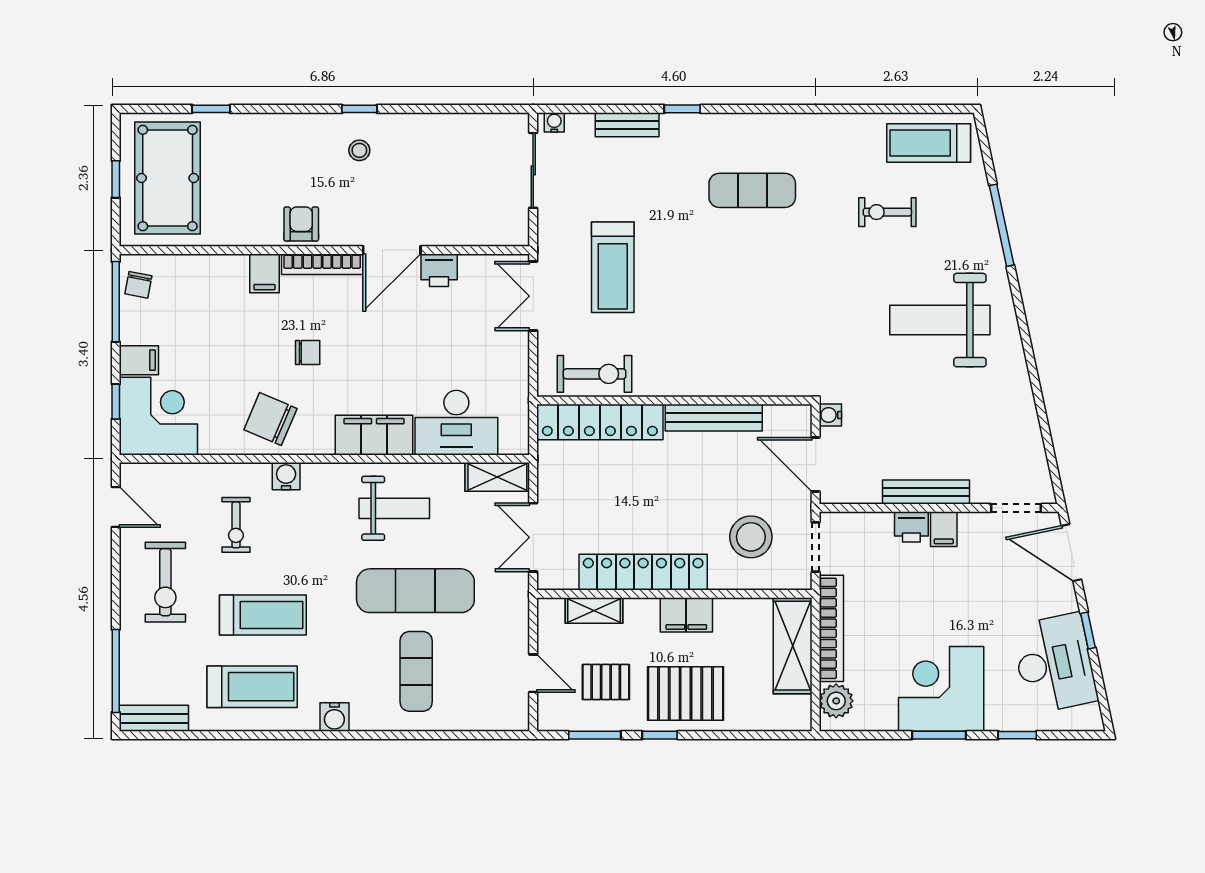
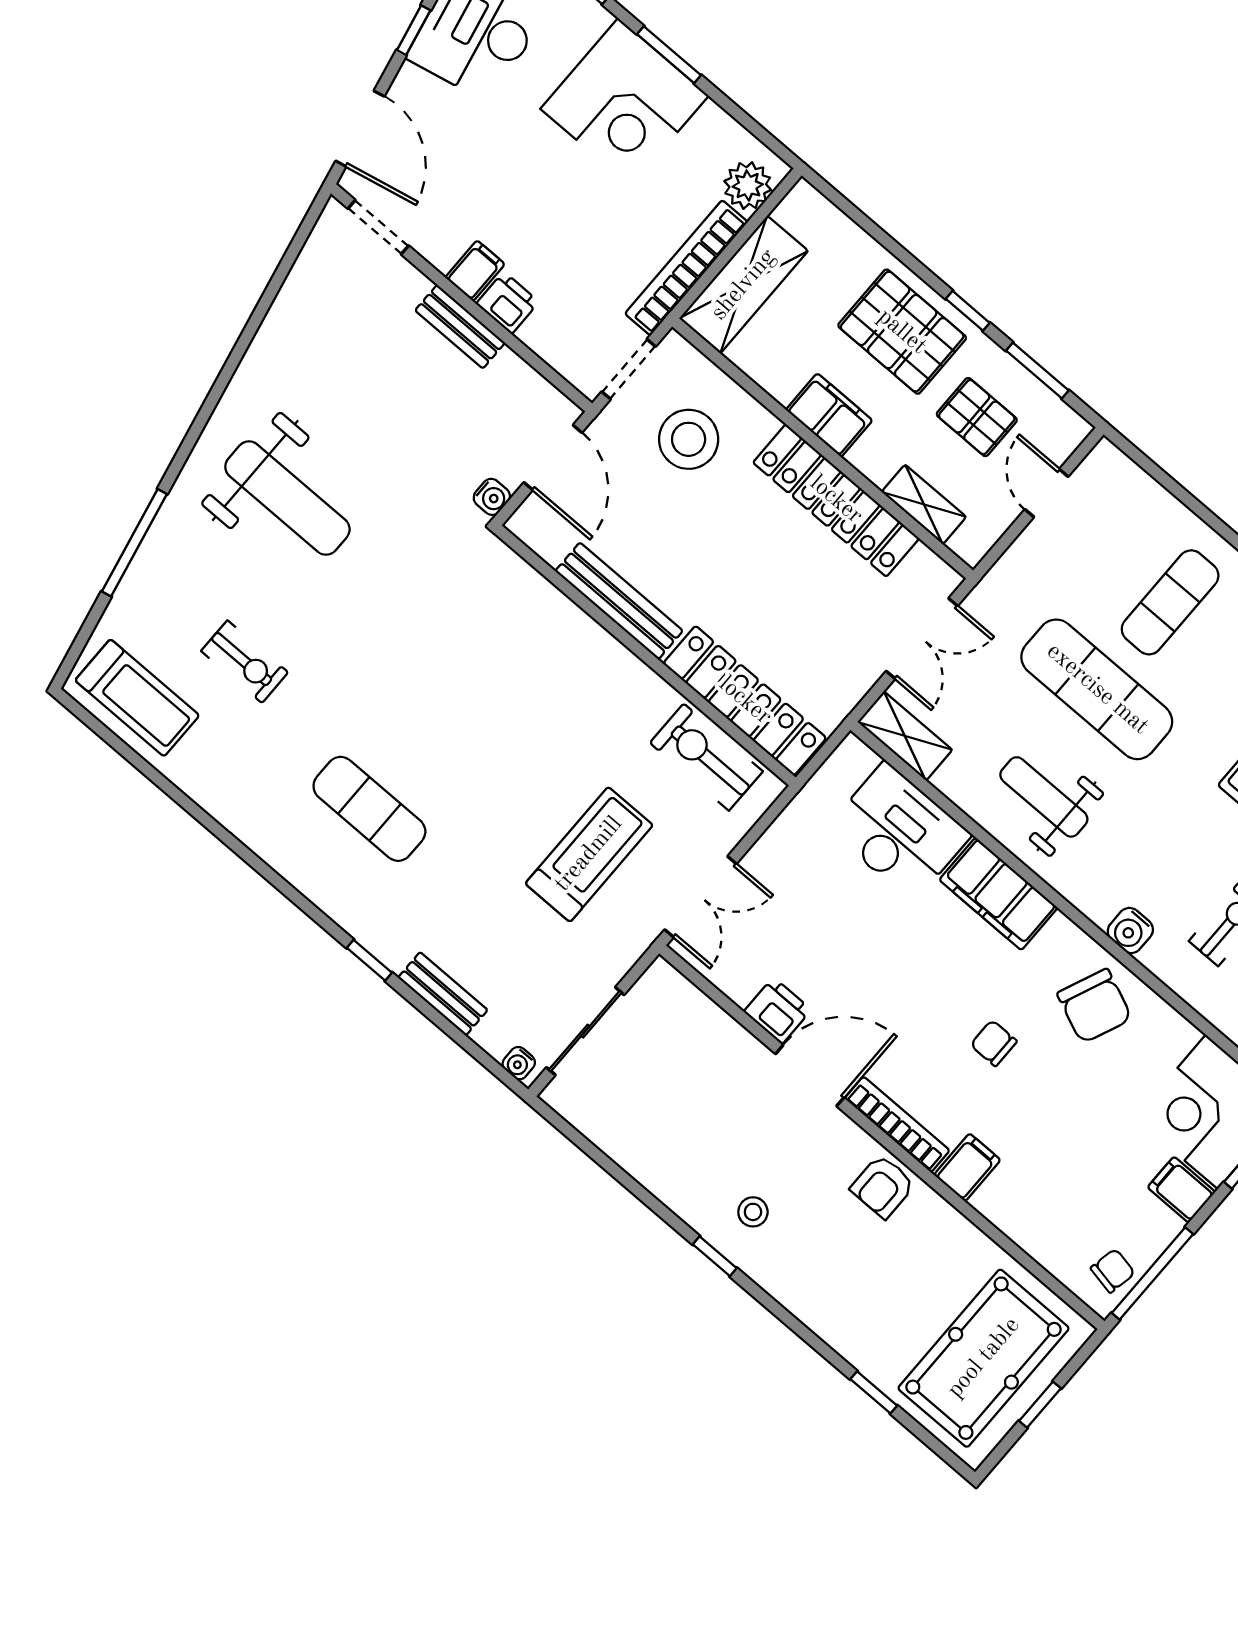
bench: (926, 492) -> (460, 327), width x0.73

